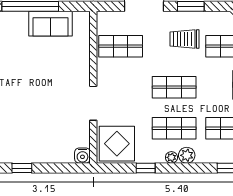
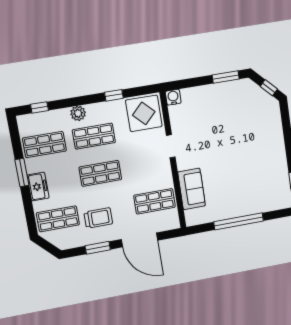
sofa: (51, 24) -> (192, 189), moved, turned 90
doorway: (93, 103) -> (171, 146), width x0.73
plant: (171, 157) -> (92, 109), removed
window: (22, 168) -> (226, 77), width x1.50

